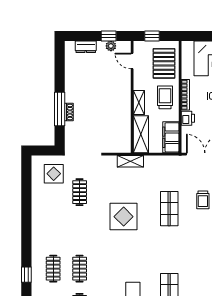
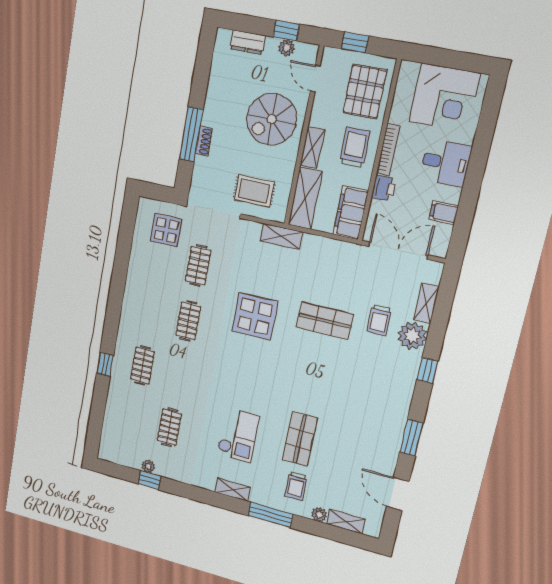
spiral stairs: (110, 90) -> (272, 119), added
rug: (107, 136) -> (254, 191), added
shop shelf: (169, 209) -> (325, 321), turned 90
clothes rail: (80, 269) -> (188, 321), moved

